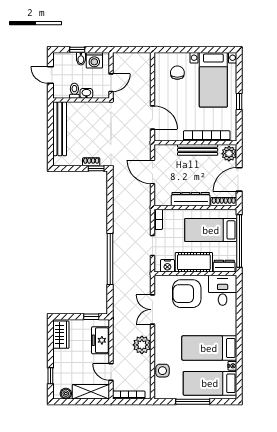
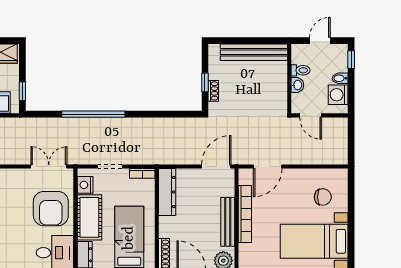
window: (77, 50) -> (351, 60), moved
bookcase: (207, 136) -> (245, 214), moved
window: (96, 168) -> (205, 82), moved
door: (153, 172) -> (216, 166), moved
dresser: (191, 199) -> (167, 192), moved
armchair: (187, 294) -> (51, 209), turned 180
double door: (153, 310) -> (49, 166), moved

